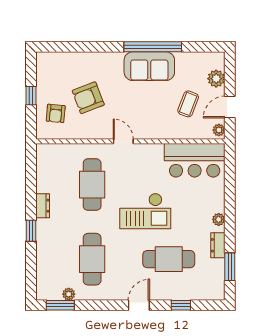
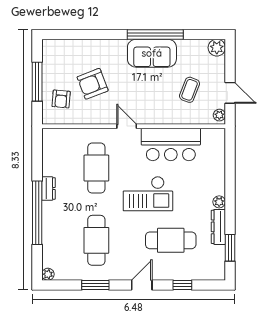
plant: (216, 79) -> (217, 48), moved
window: (31, 96) -> (37, 82), width x2.17
door: (230, 107) -> (230, 93), swing flipped
bar counter: (195, 160) -> (171, 144), moved
window: (31, 231) -> (37, 213), width x3.17
dresser: (218, 245) -> (218, 227), width x1.44
plant: (69, 294) -> (48, 274), moved
window: (60, 305) -> (95, 285), moved

